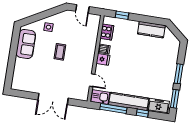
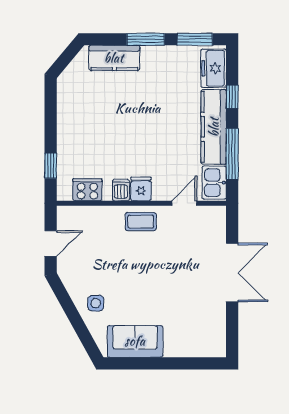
kitchen counter: (151, 30) -> (114, 58), moved, turned 90
coffee table: (60, 52) -> (141, 222), moved

